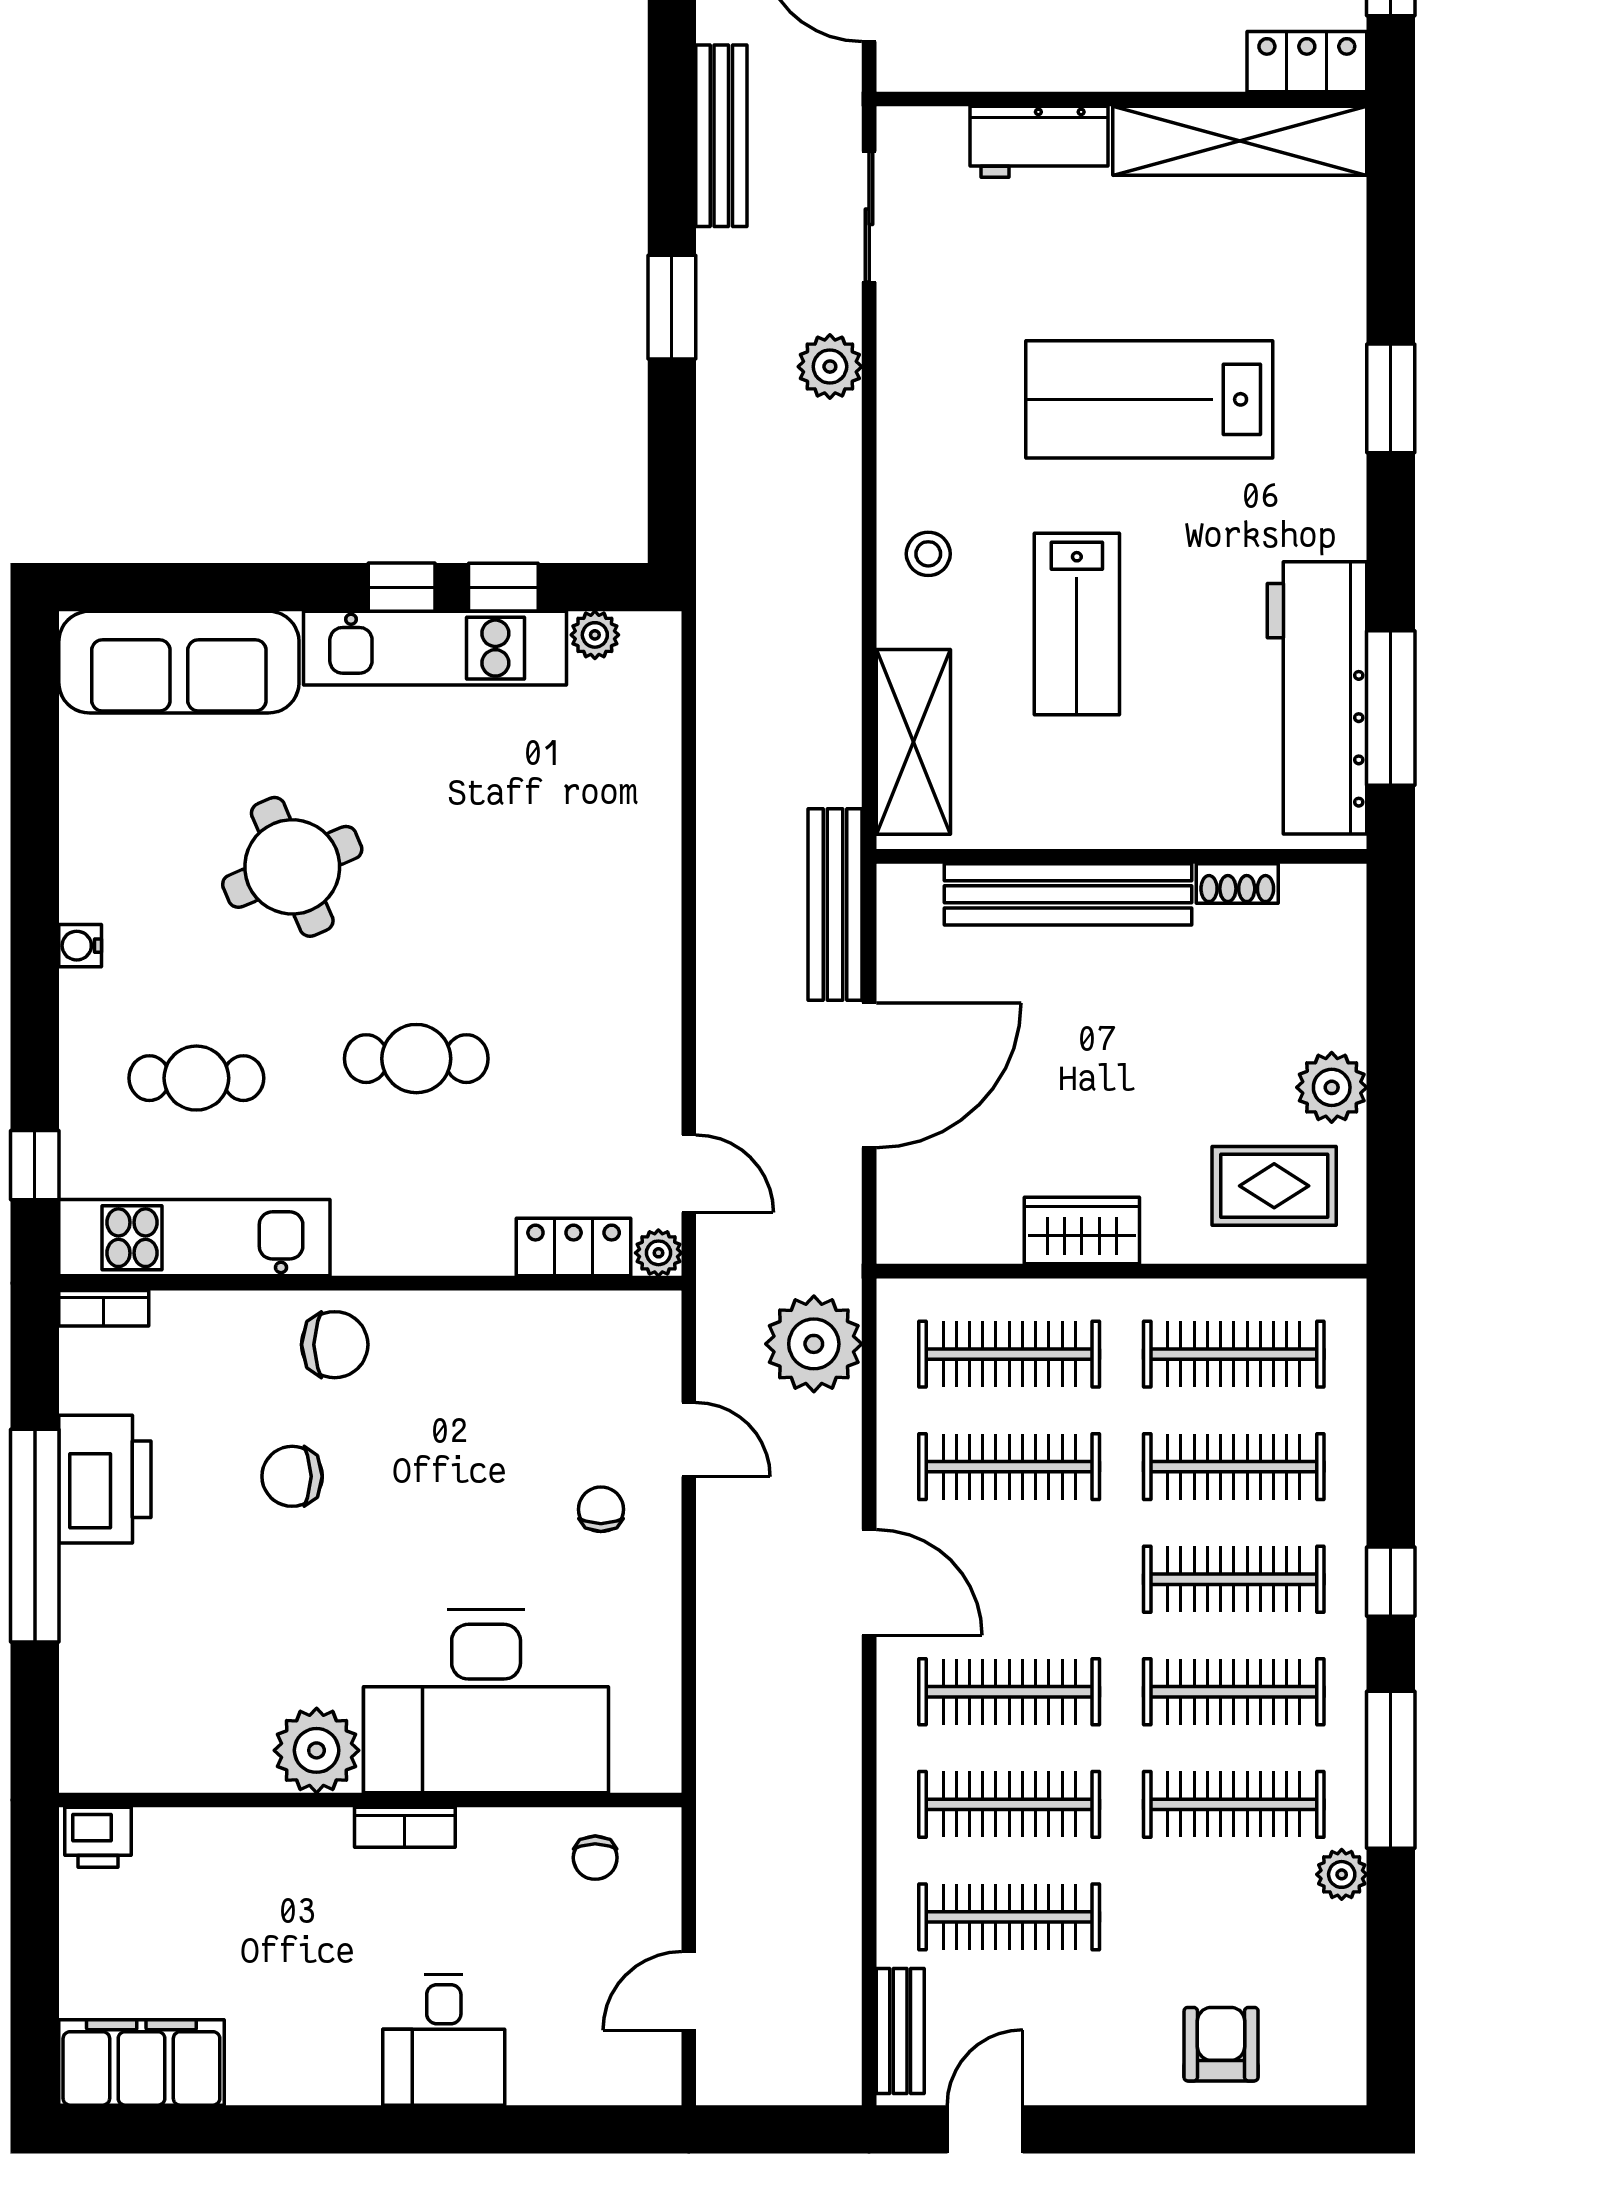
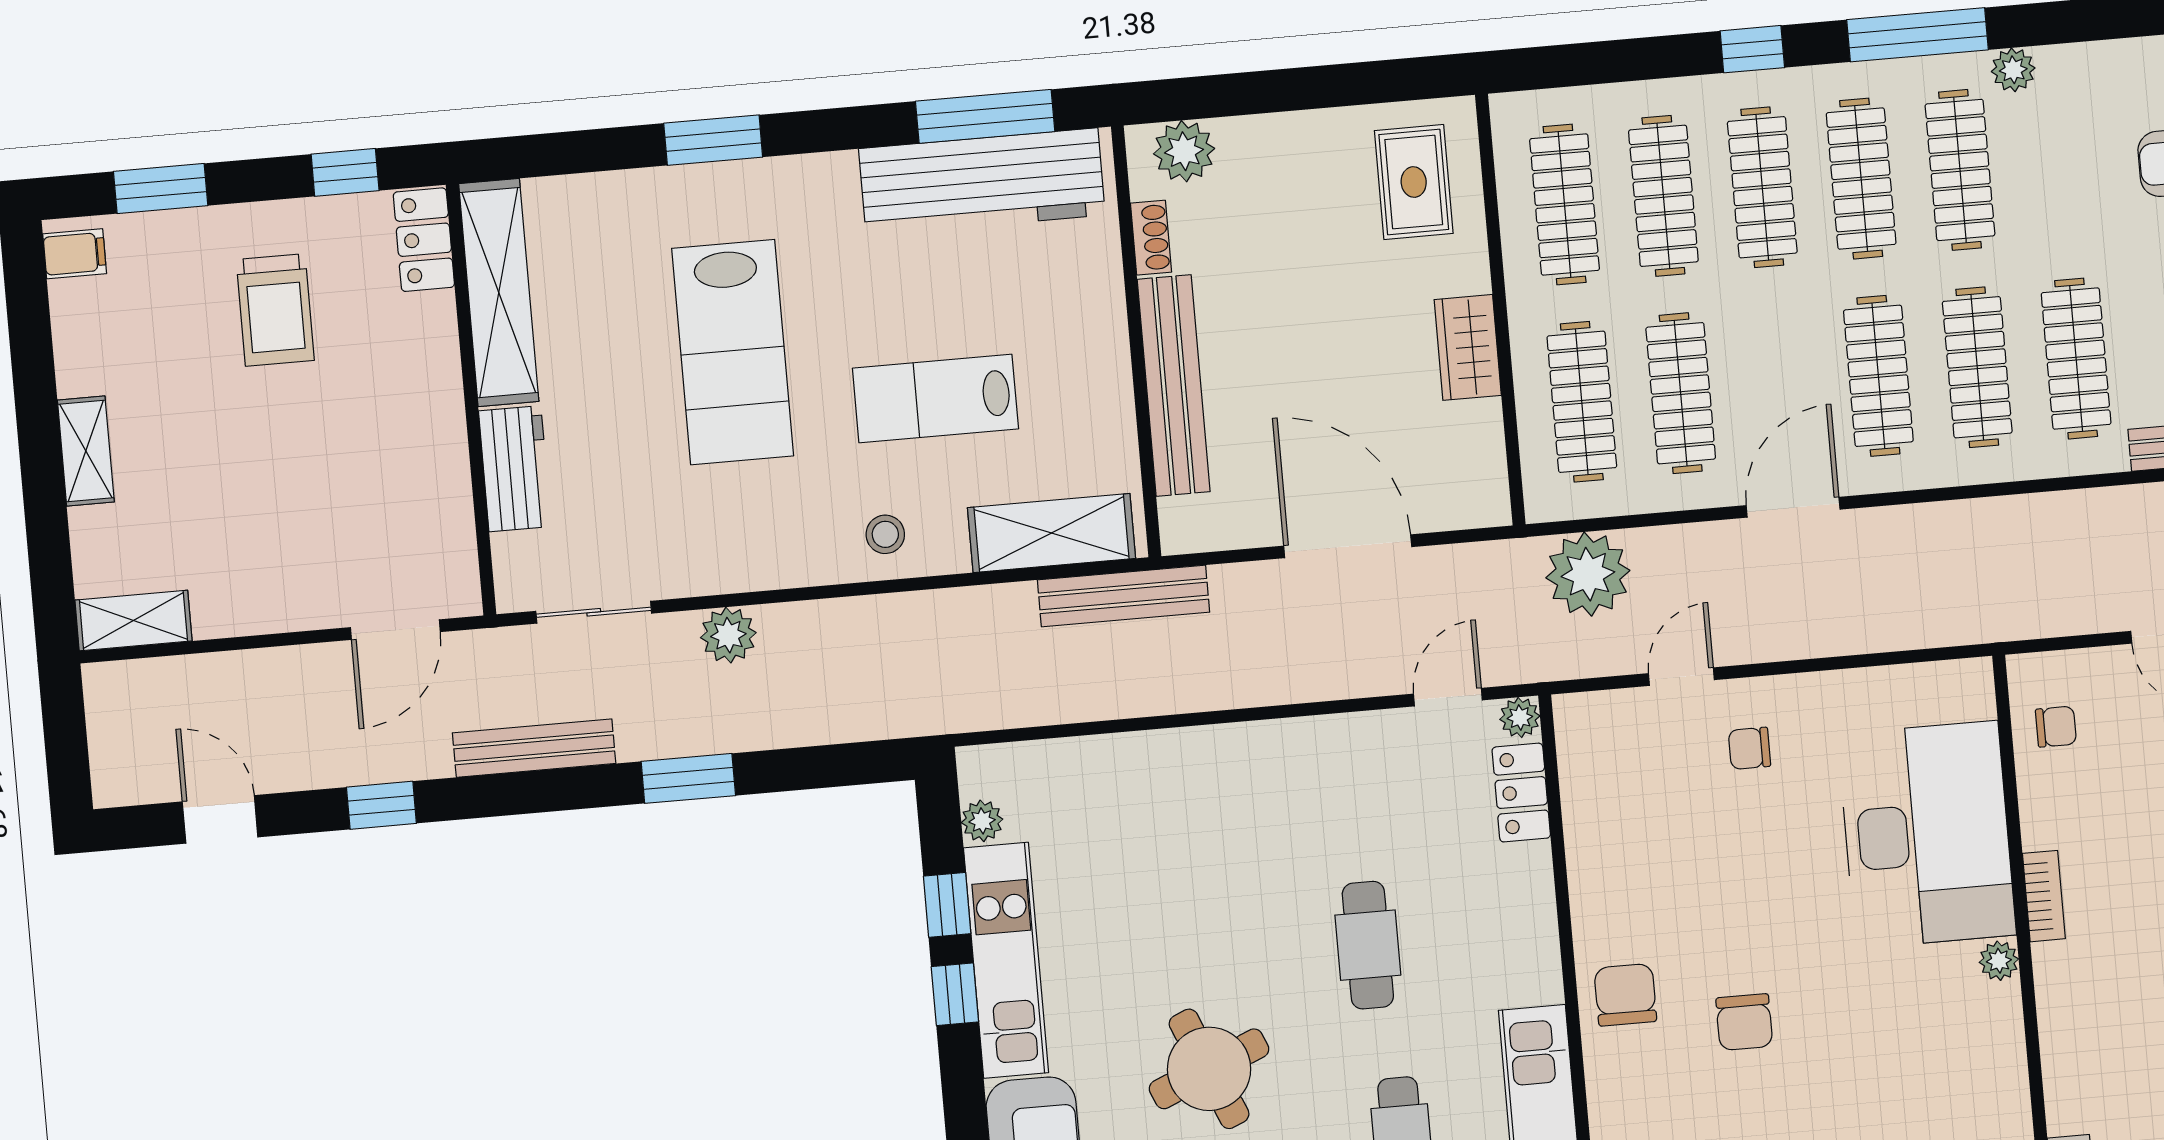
lab bench: (1077, 624) -> (935, 398), turned 180
bench: (835, 904) -> (1123, 596), moved
plant: (1332, 1087) -> (1184, 151), moved
plant: (317, 1750) -> (1999, 961), width x0.53, depth x0.53

